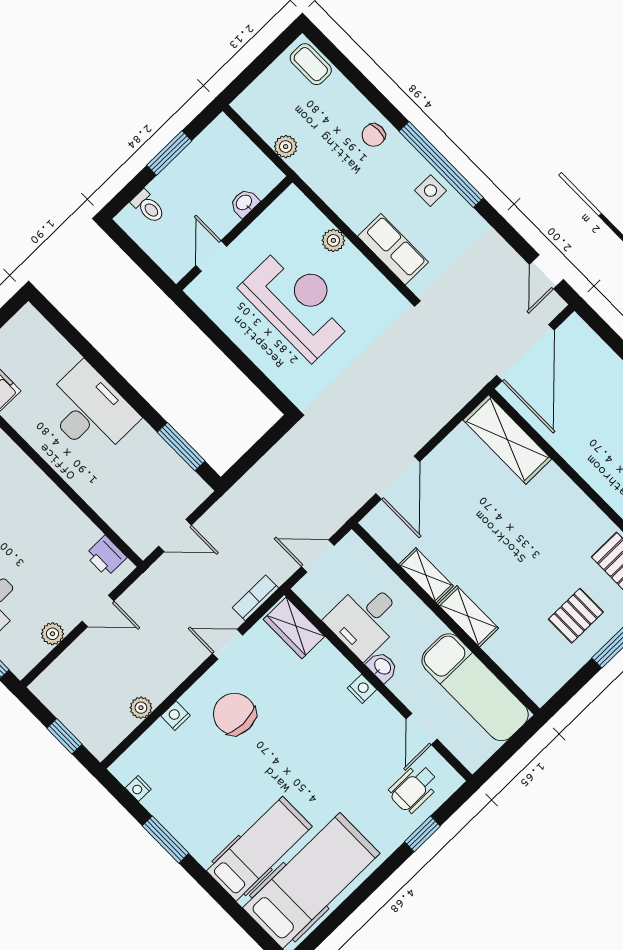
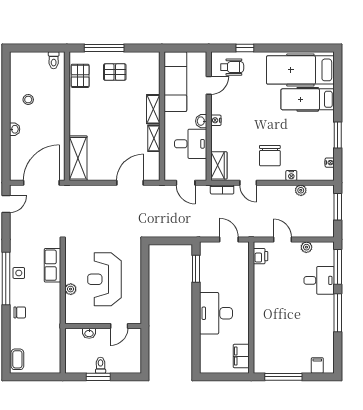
plant: (286, 147) -> (55, 339), removed
toilet: (148, 207) -> (101, 365), moved
window: (64, 736) -> (338, 207), width x1.50

